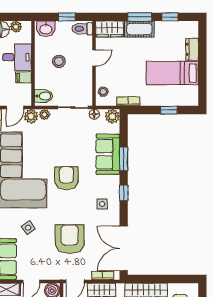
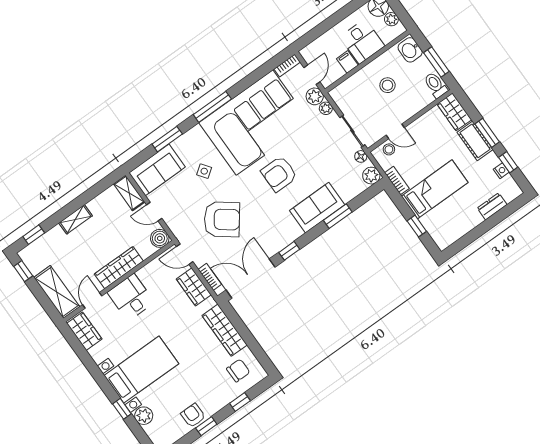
window: (67, 17) -> (436, 62), width x1.50
nightstand: (172, 26) -> (501, 171), added
door: (94, 58) -> (395, 131), moved
bed: (172, 73) -> (435, 189), moved, turned 90
bidet: (44, 96) -> (343, 95), removed
door: (15, 108) -> (312, 75), swing flipped
sofa: (108, 154) -> (317, 208), moved
armchair: (66, 178) -> (279, 174), turned 180
window: (124, 193) -> (289, 251), moved
side table: (102, 204) -> (279, 227), removed
armchair: (70, 239) -> (222, 219), turned 37

